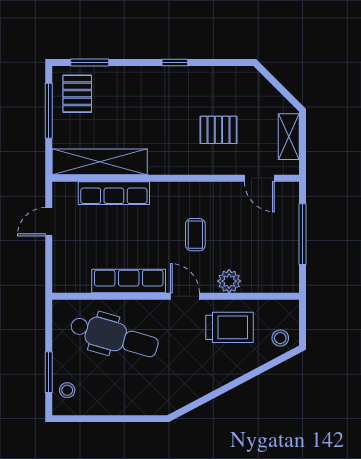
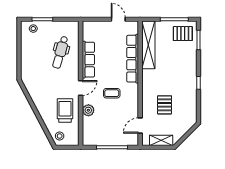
row of seats: (114, 193) -> (133, 59), width x1.36
trolley: (229, 327) -> (65, 110), turned 180
dental chair: (114, 336) -> (60, 52), width x0.73, depth x0.72

